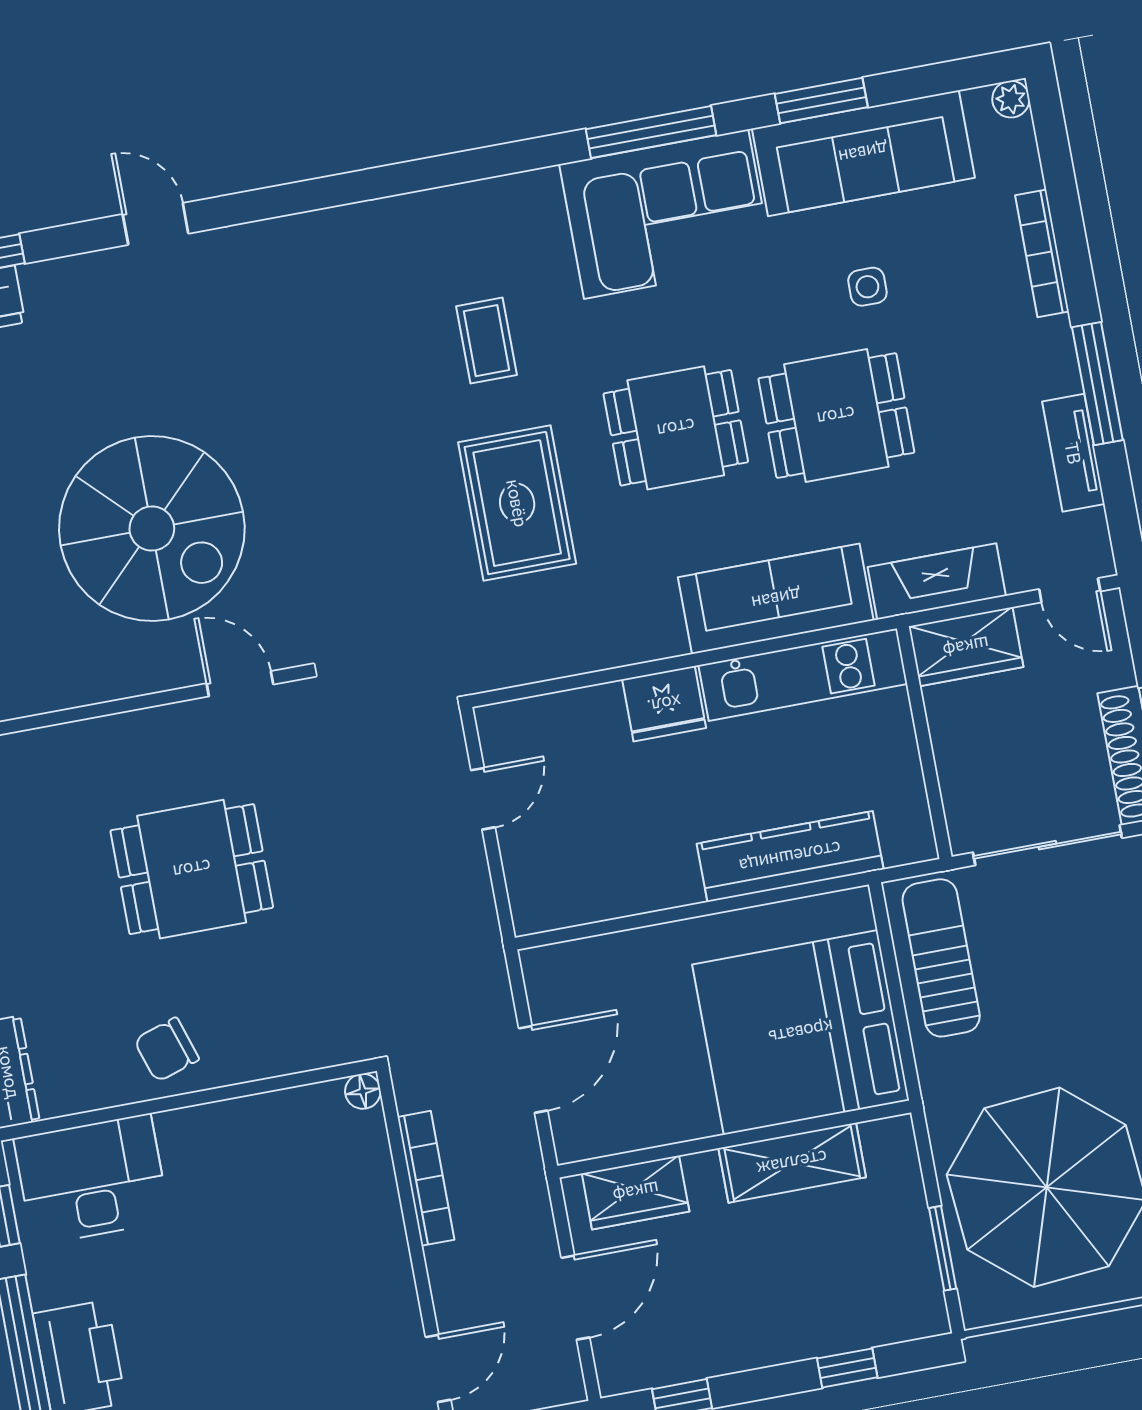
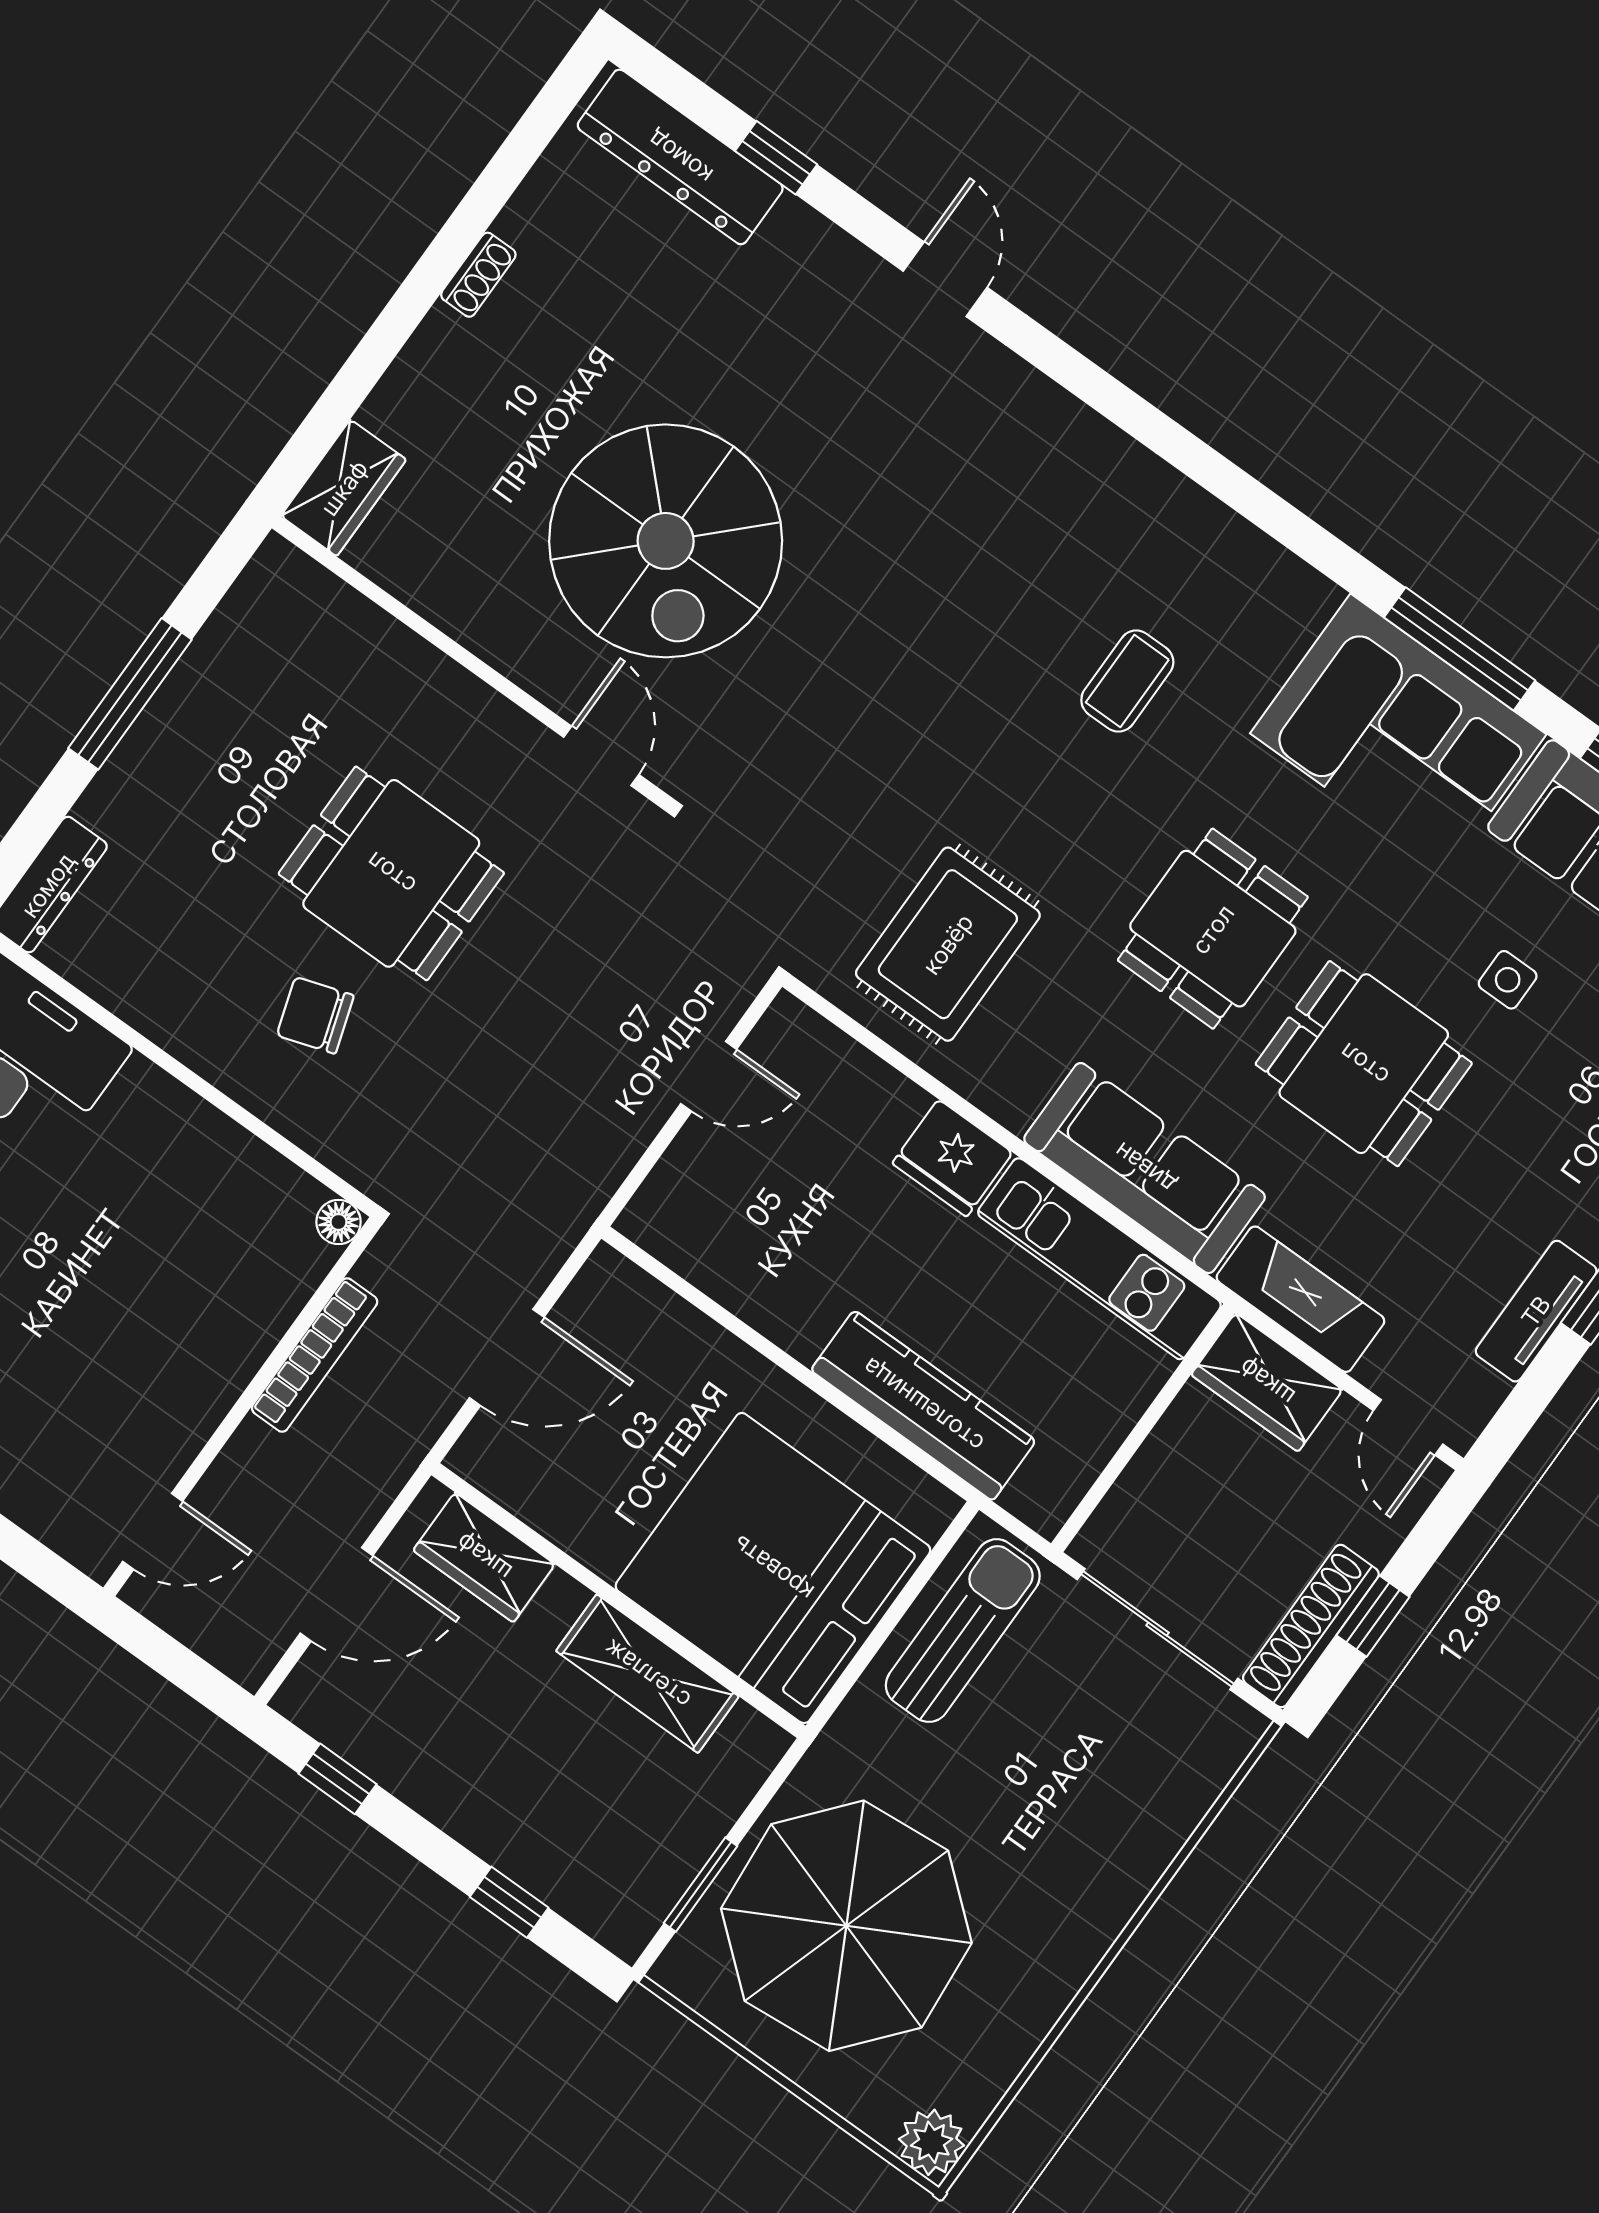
dining table: (676, 428) -> (1213, 929), turned 90
rug: (517, 503) -> (948, 944), moved
chair: (166, 1050) -> (315, 1015), moved

